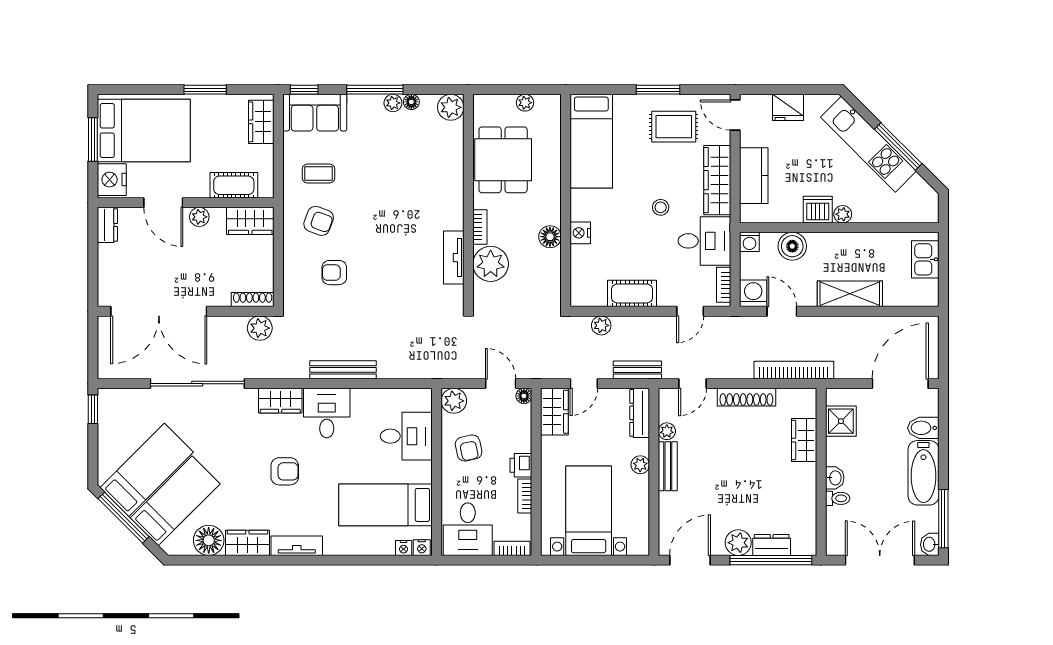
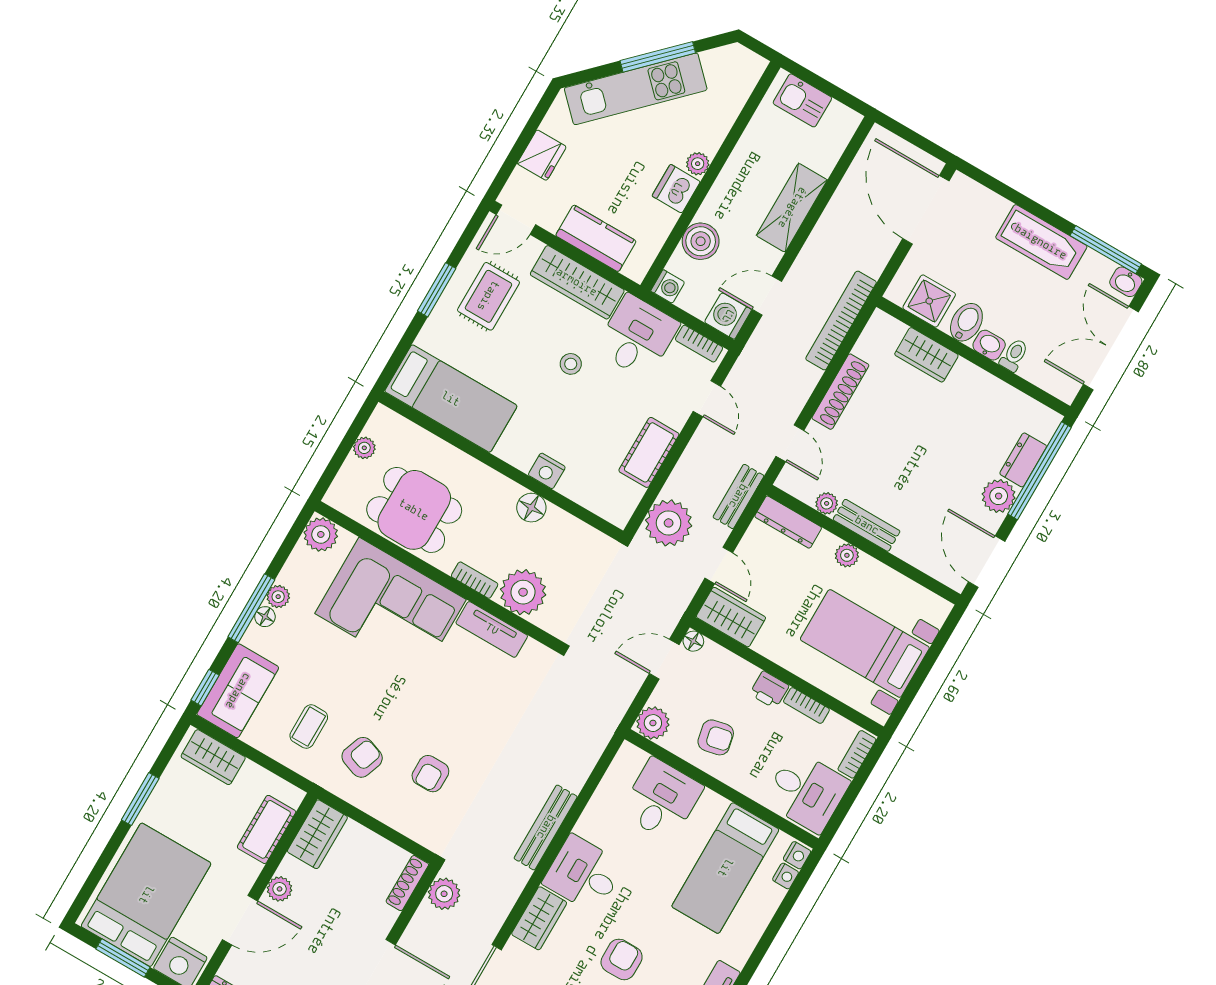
floor lamp: (411, 102) -> (265, 617), moved
corner sofa: (430, 181) -> (390, 606), added
plant: (601, 325) -> (669, 523), width x1.87, depth x1.87
bidet: (923, 428) -> (966, 322), moved, turned 180

